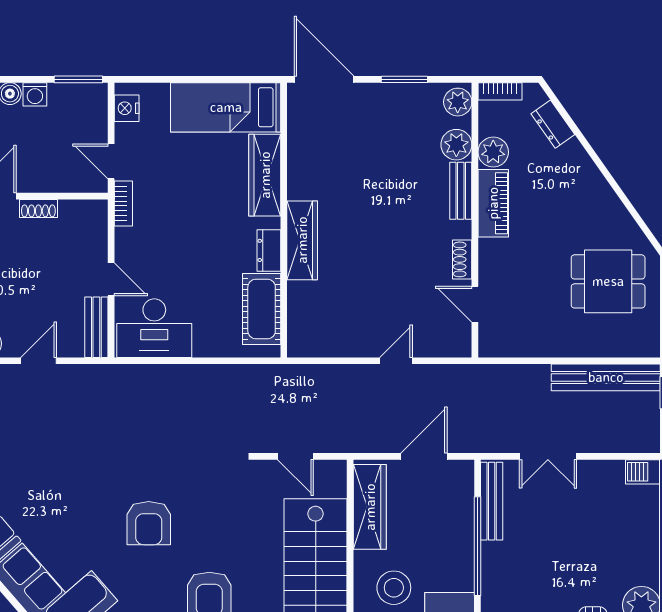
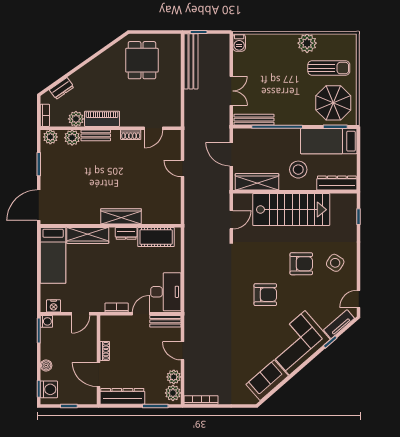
washing machine: (35, 94) -> (46, 321), moved
bookcase: (123, 204) -> (117, 308), moved

